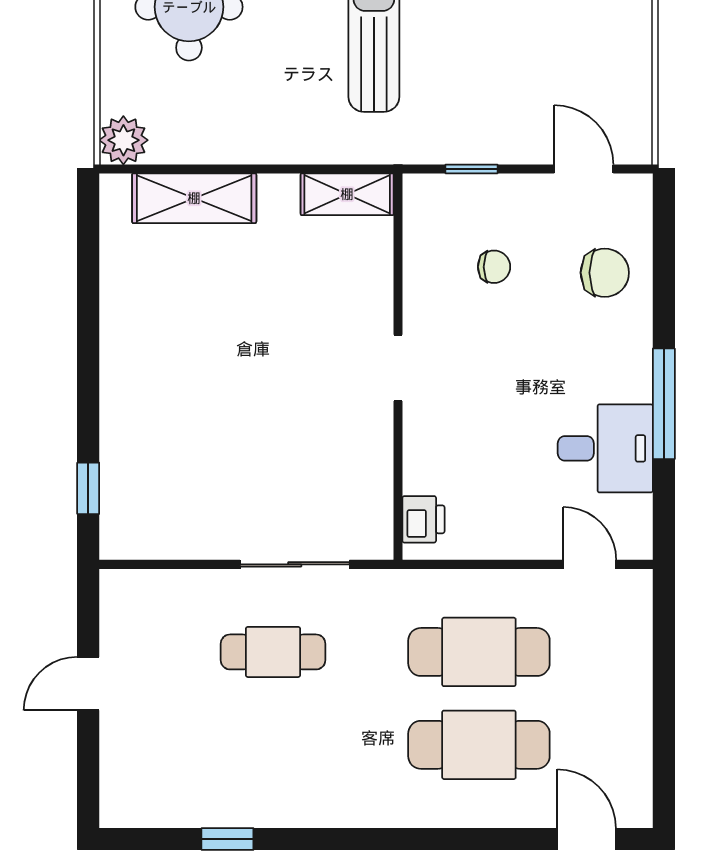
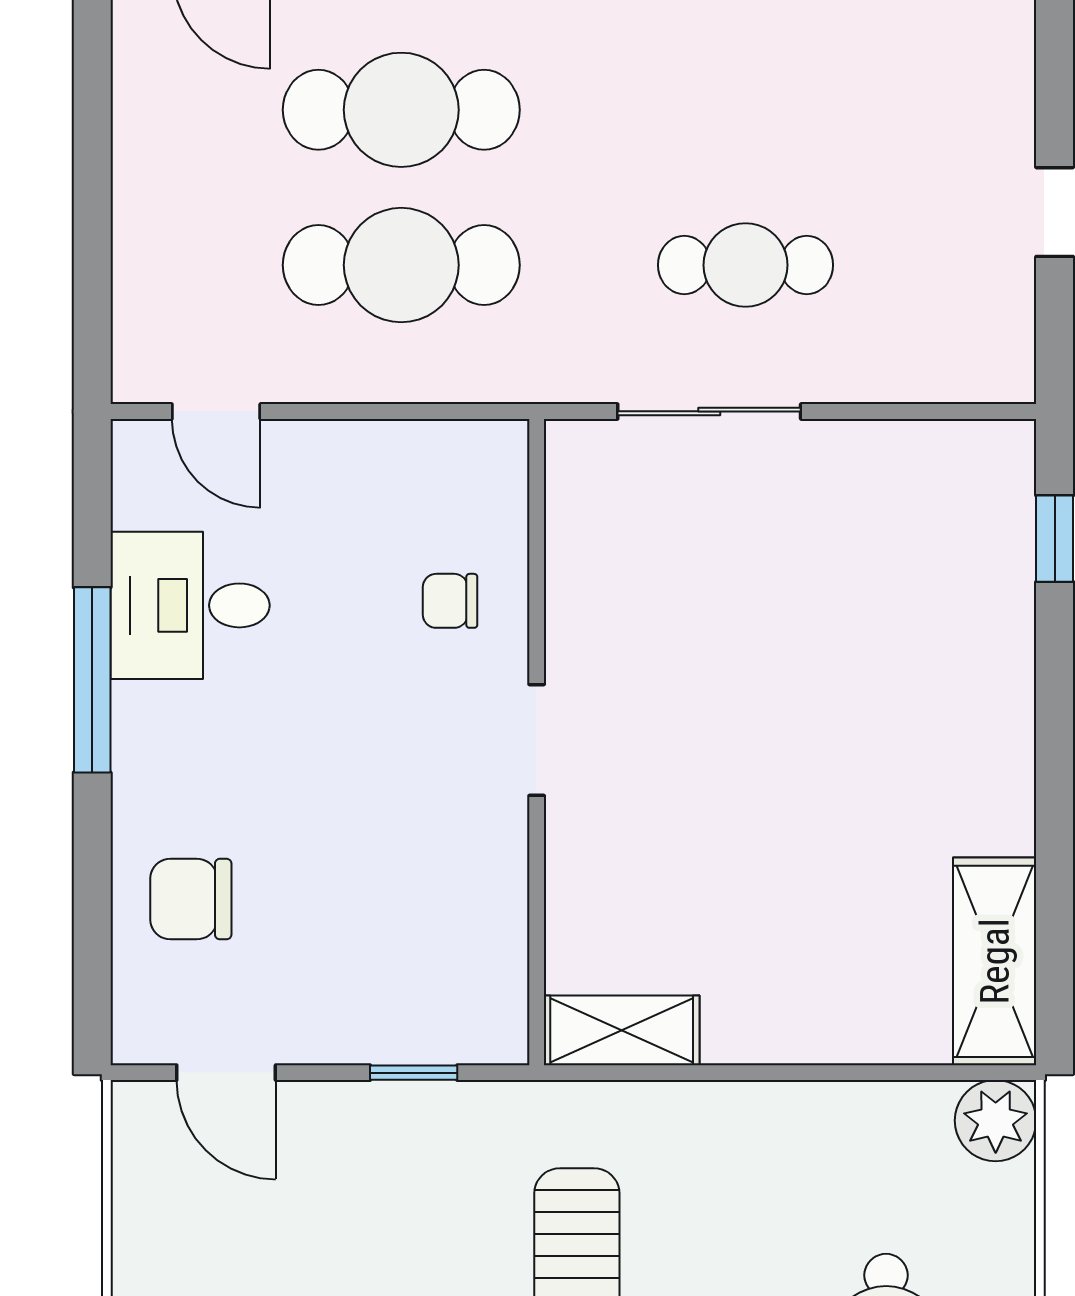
shelving: (194, 198) -> (995, 961), moved, turned 90
chair: (494, 267) -> (450, 601), moved
printer: (423, 519) -> (494, 487), removed

